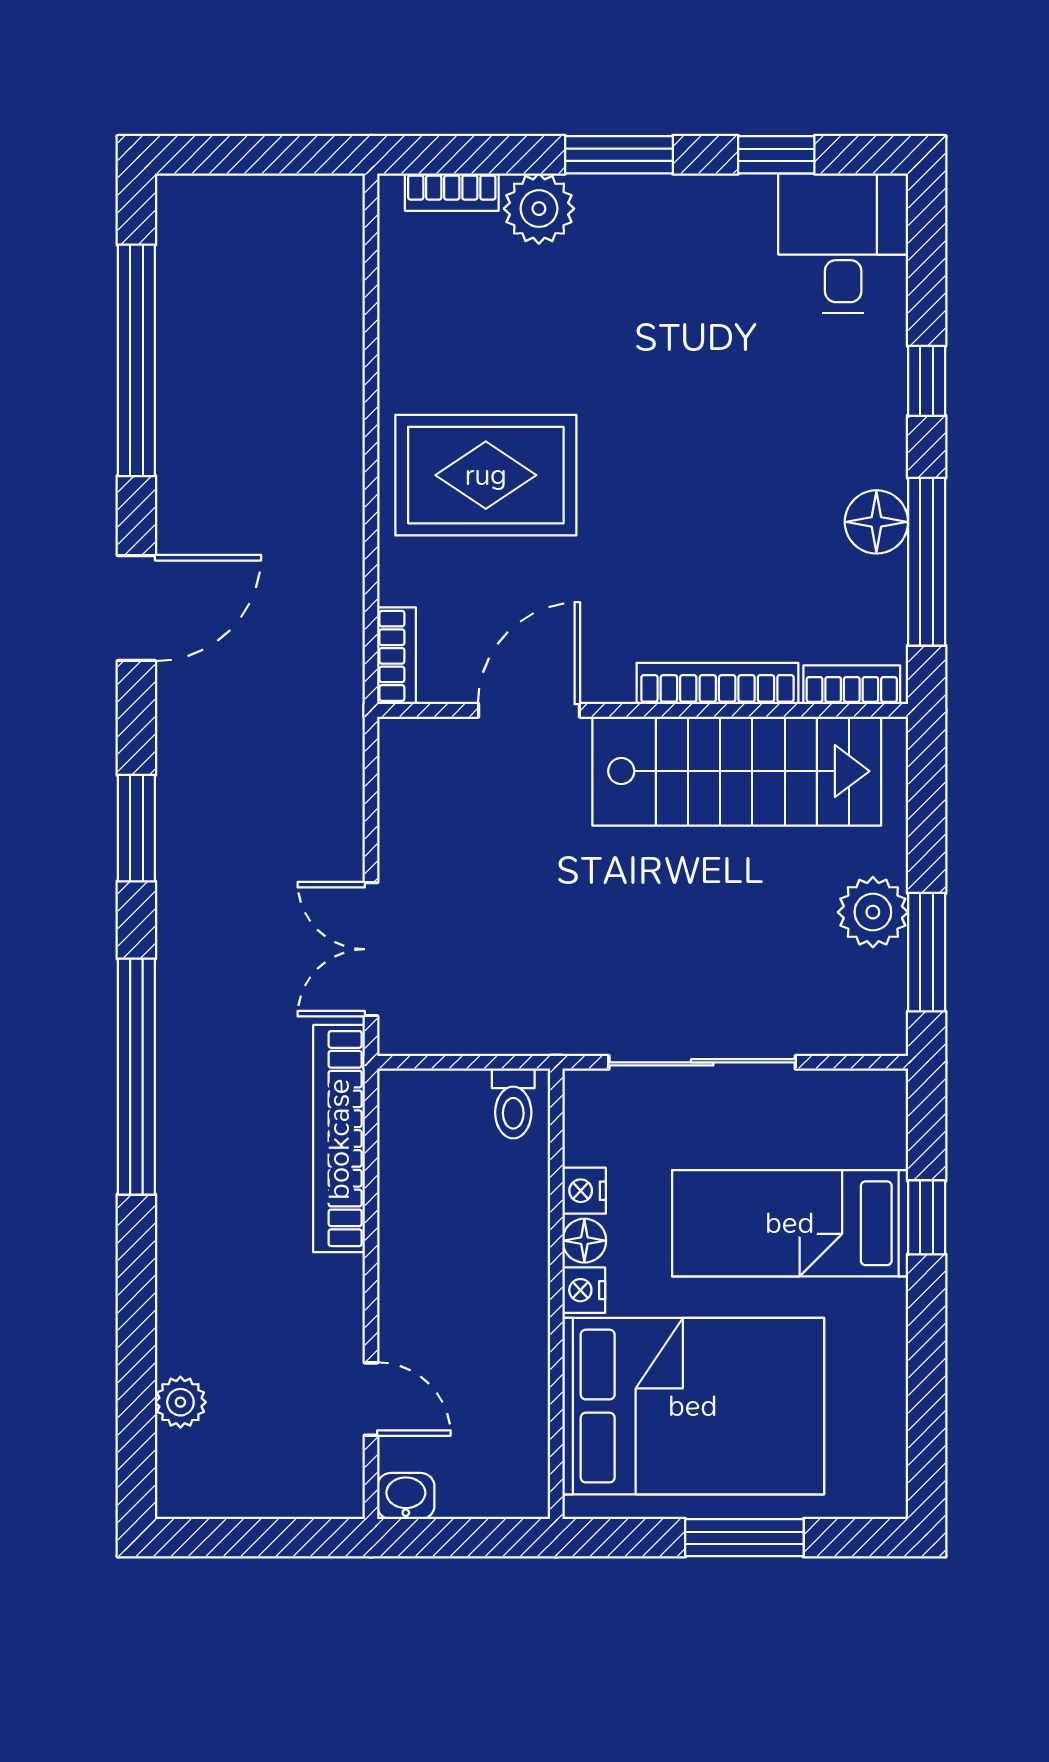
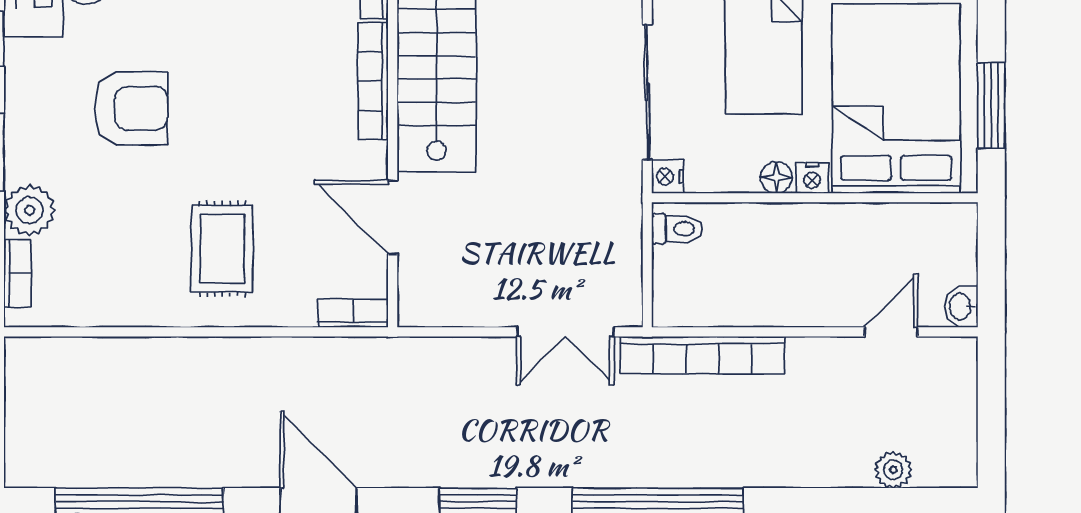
armchair: (680, 349) -> (131, 108), added
rug: (486, 475) -> (222, 249), width x0.73, depth x0.70
nightstand: (584, 1191) -> (667, 177), moved, turned 90
window: (744, 1538) -> (991, 106), moved

